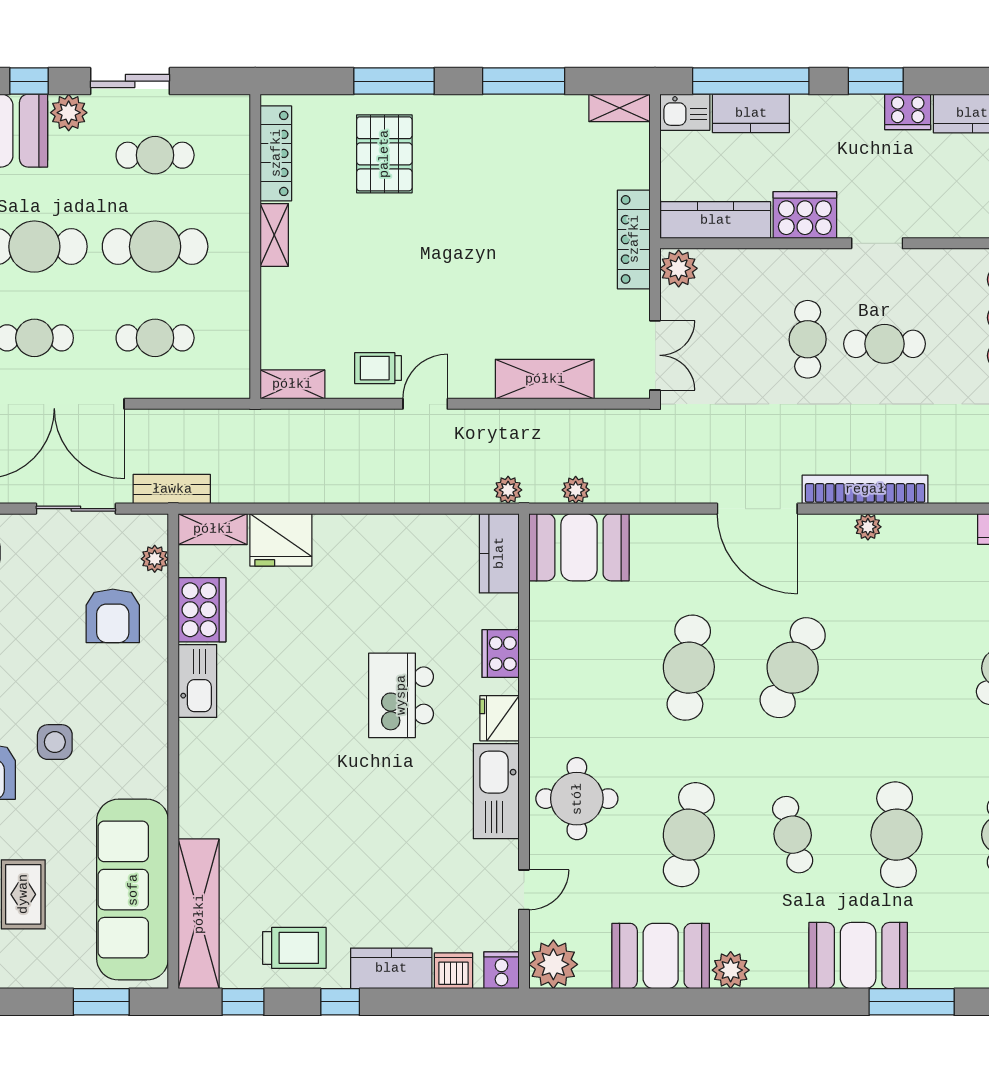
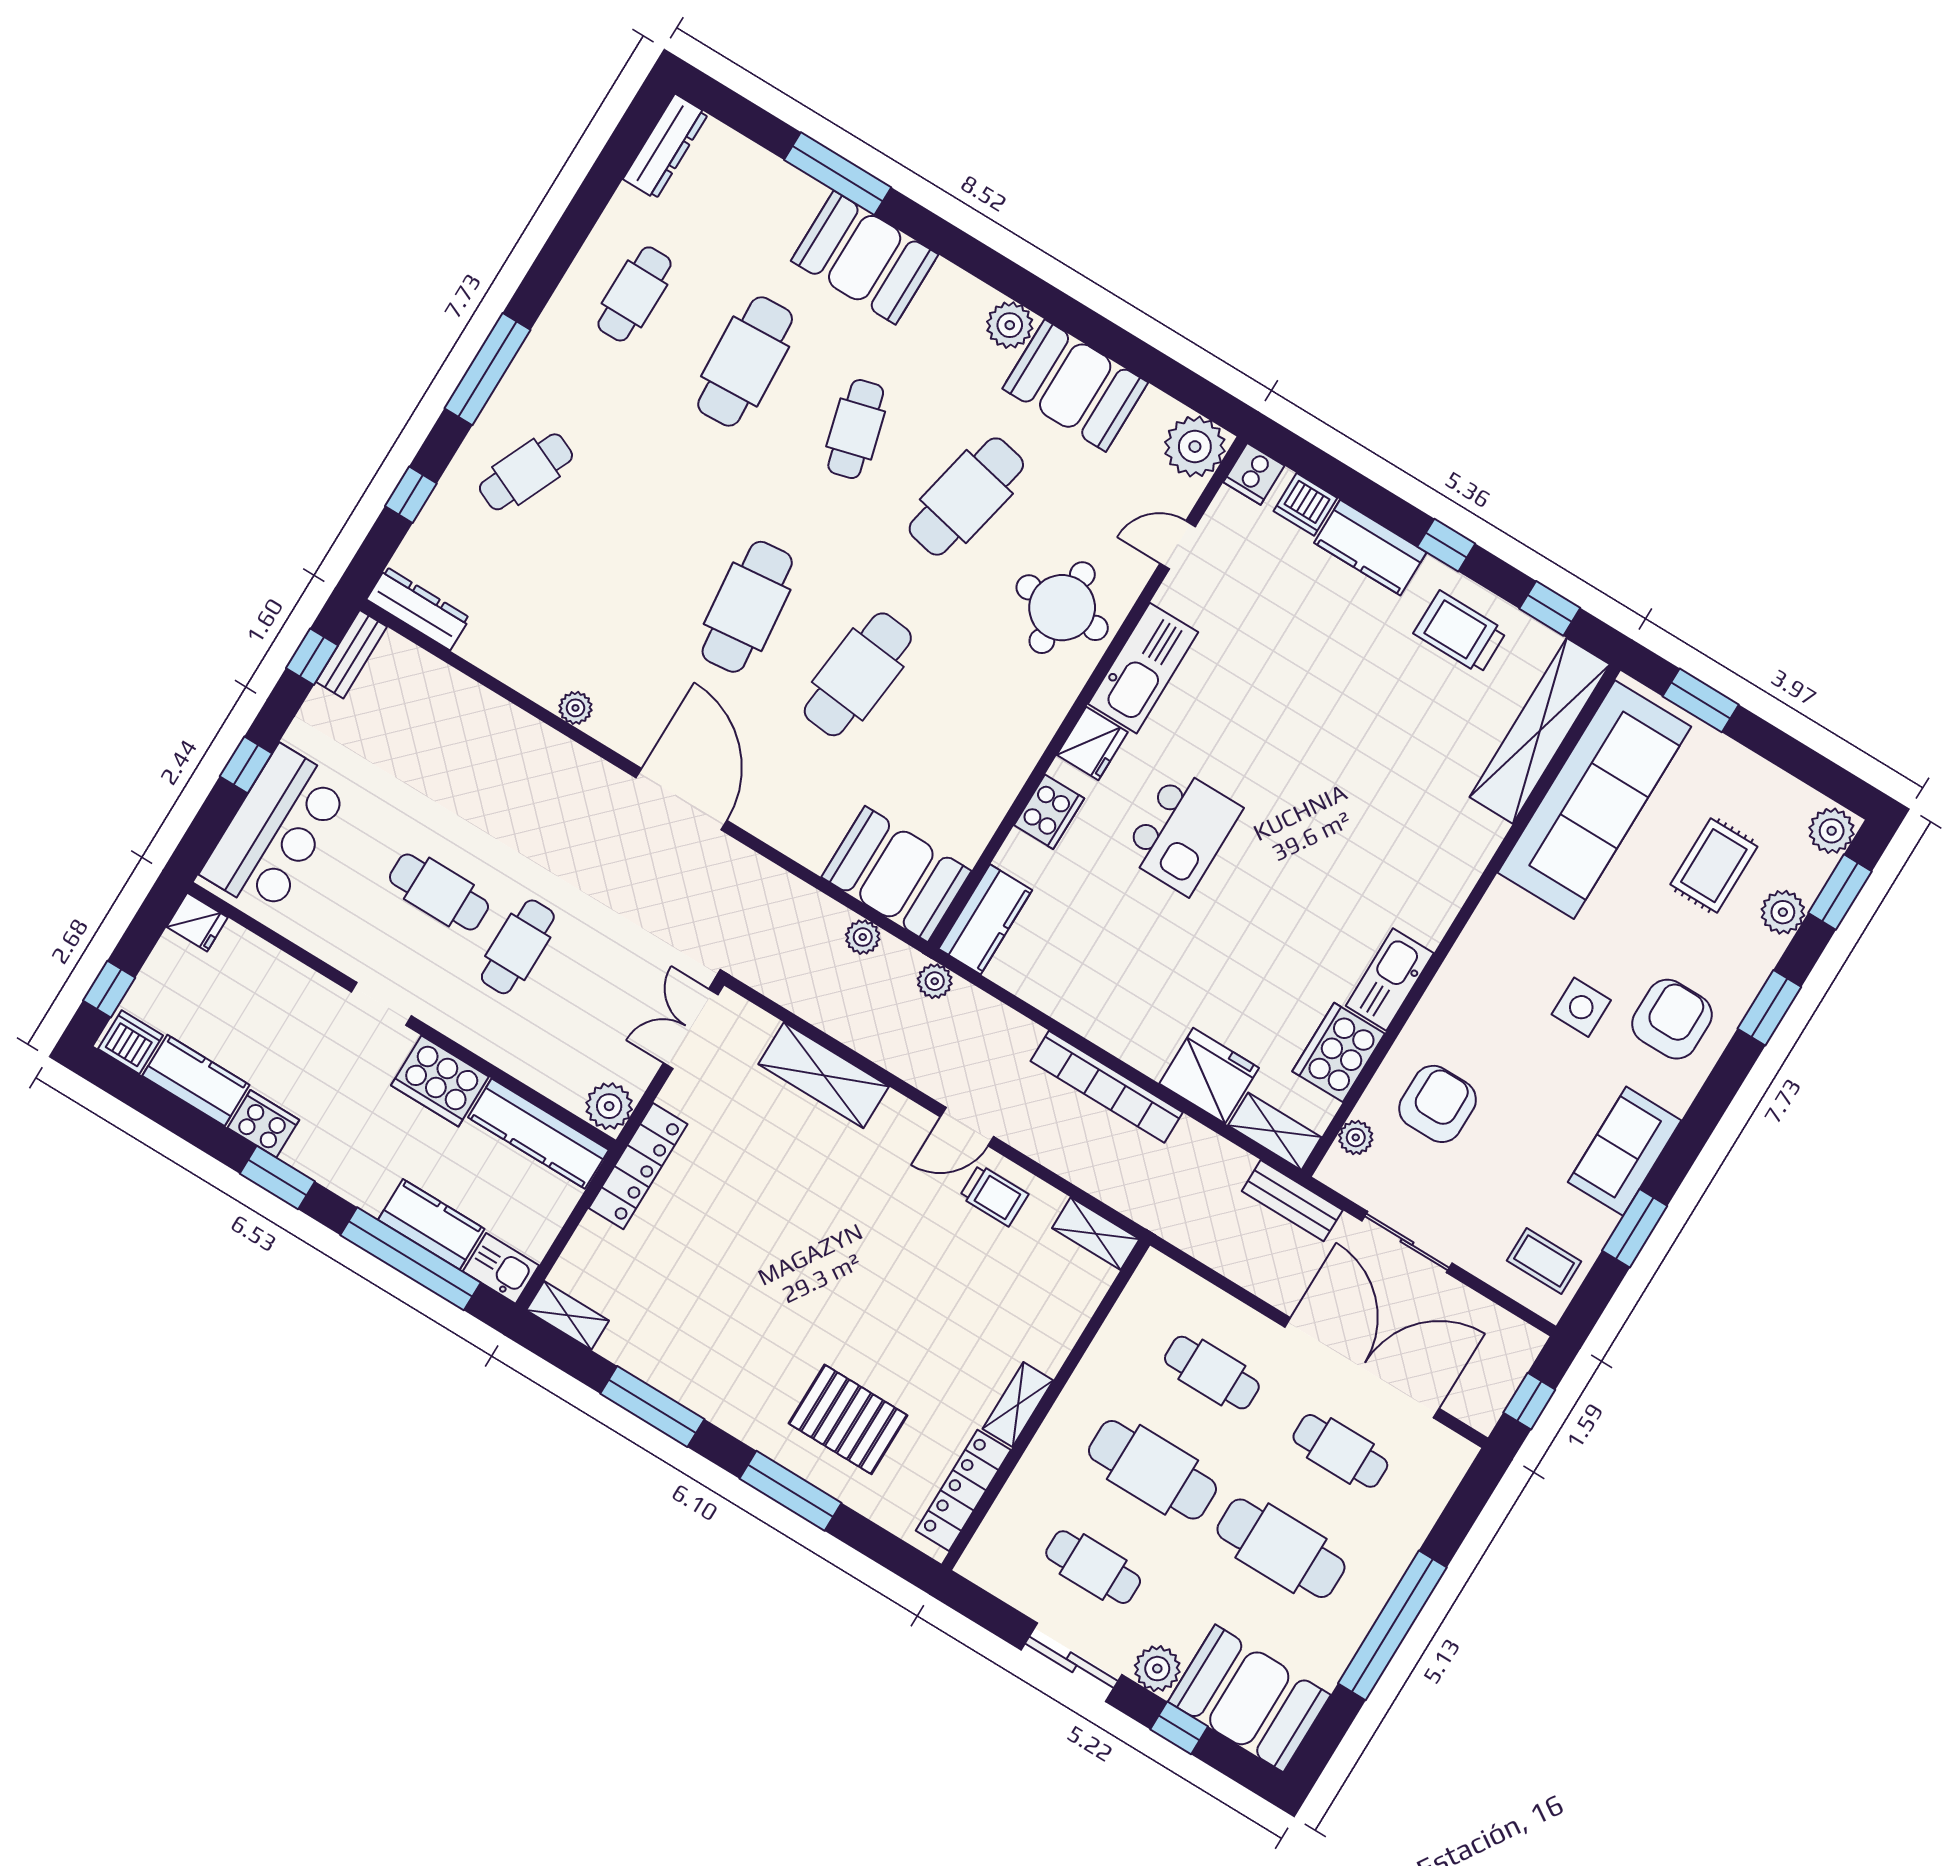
pallet: (384, 154) -> (848, 1419), turned 90
bookcase: (865, 489) -> (1107, 1087), moved
cafe table: (793, 668) -> (747, 607), turned -30

